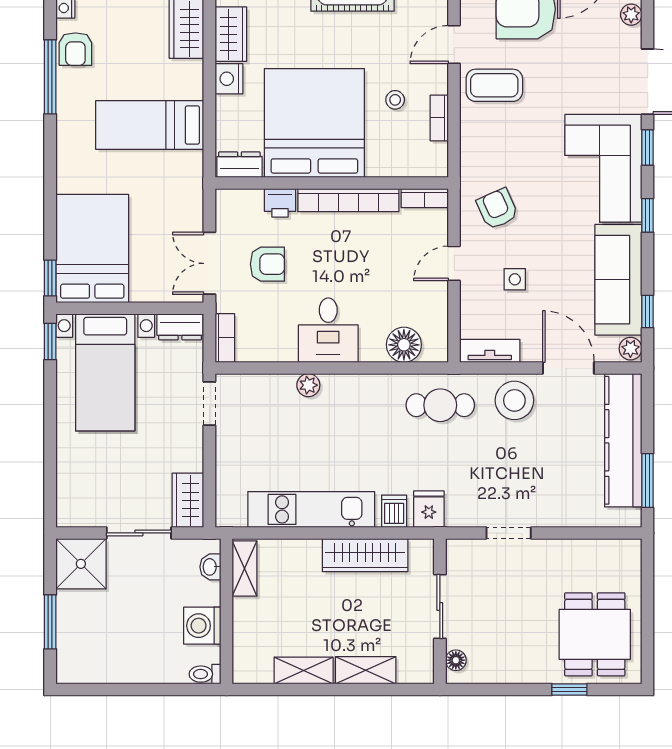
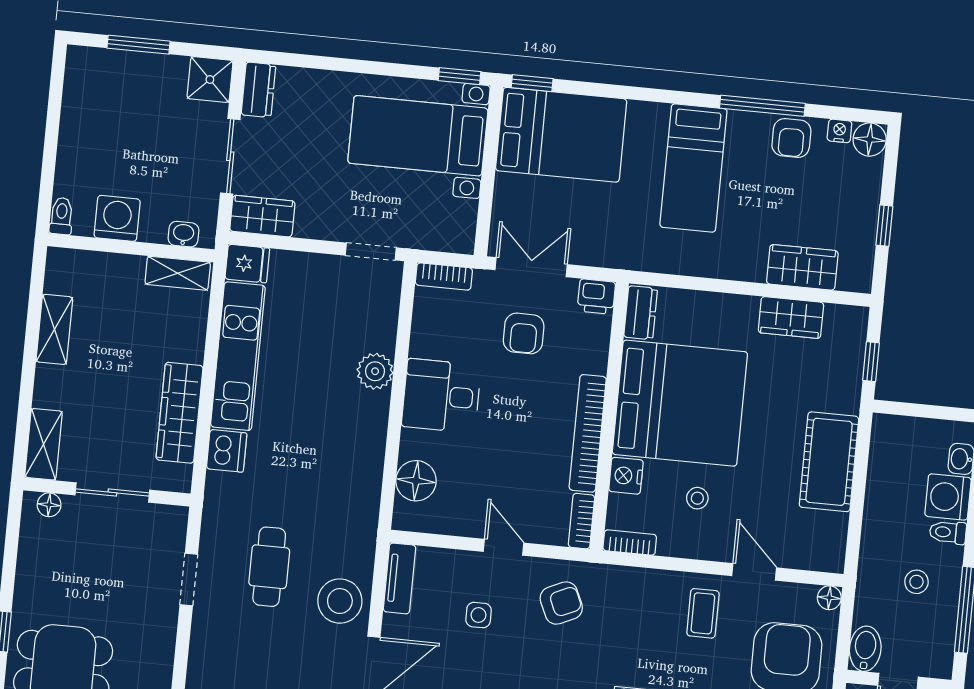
armchair: (75, 49) -> (791, 138), turned -90
nightstand: (229, 79) -> (626, 476), moved, turned -90
coffee table: (494, 85) -> (703, 613), width x0.73, depth x0.77
bookcase: (439, 118) -> (630, 543), moved
bed: (150, 125) -> (693, 168), moved, turned 180
printer: (280, 203) -> (596, 297), moved, turned -90
dresser: (180, 327) -> (258, 90), moved, turned 180
plant: (308, 385) -> (375, 371), width x1.38, depth x1.38
cafe table: (440, 405) -> (269, 567), moved
fridge: (429, 509) -> (247, 264), moved
dishwasher: (394, 511) -> (227, 451), width x1.38
shower: (81, 564) -> (210, 79), width x0.73, depth x0.73
shelving: (366, 670) -> (44, 444), moved

